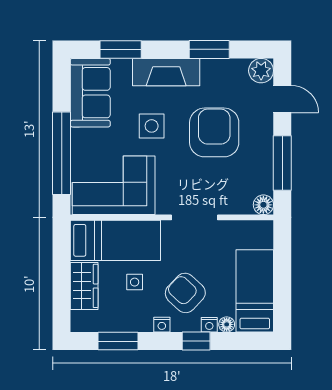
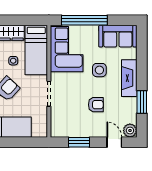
window: (121, 49) -> (142, 53), removed
door: (282, 99) -> (114, 142), swing flipped
armchair: (214, 132) -> (96, 105), width x0.53, depth x0.53
window: (282, 163) -> (79, 142), width x0.69
floor lamp: (263, 205) -> (56, 132), removed

